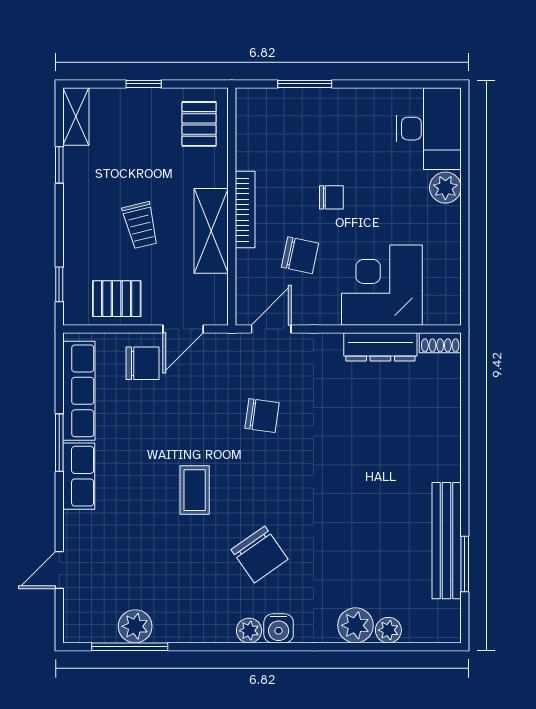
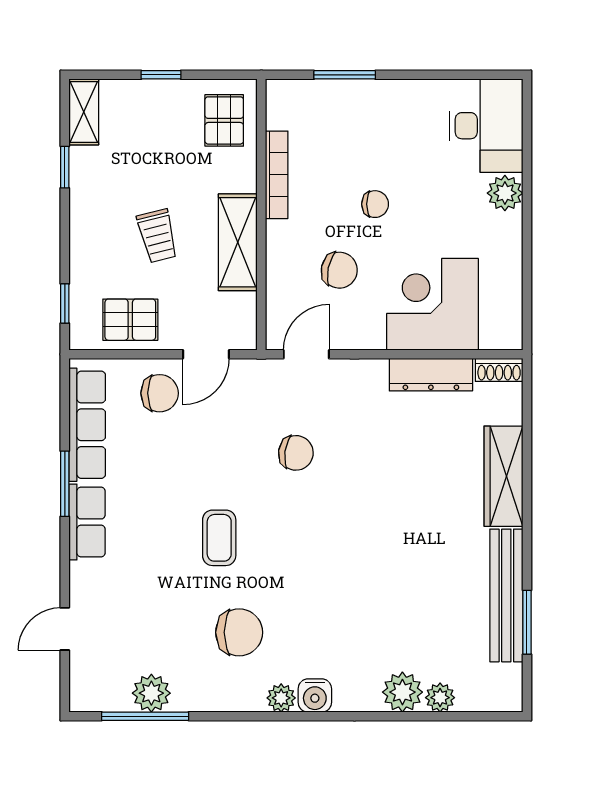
bookcase: (245, 210) -> (277, 175), moved
wardrobe: (444, 436) -> (503, 476), added
chair: (260, 554) -> (239, 632), moved, turned -55

